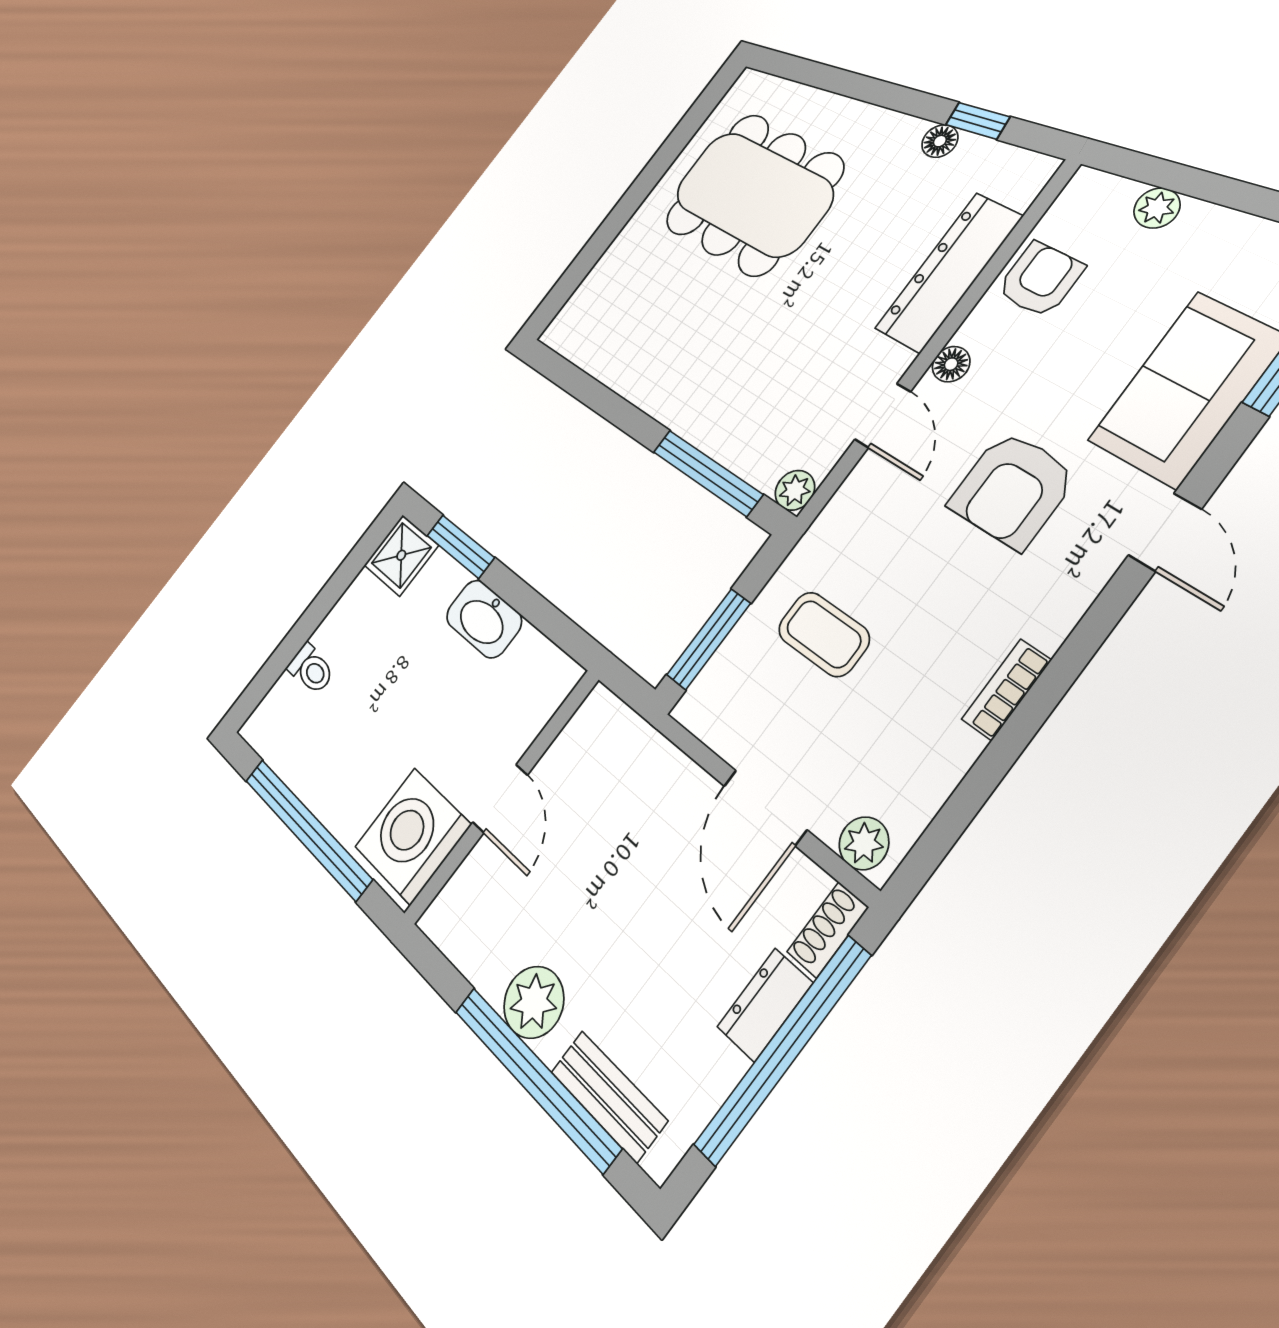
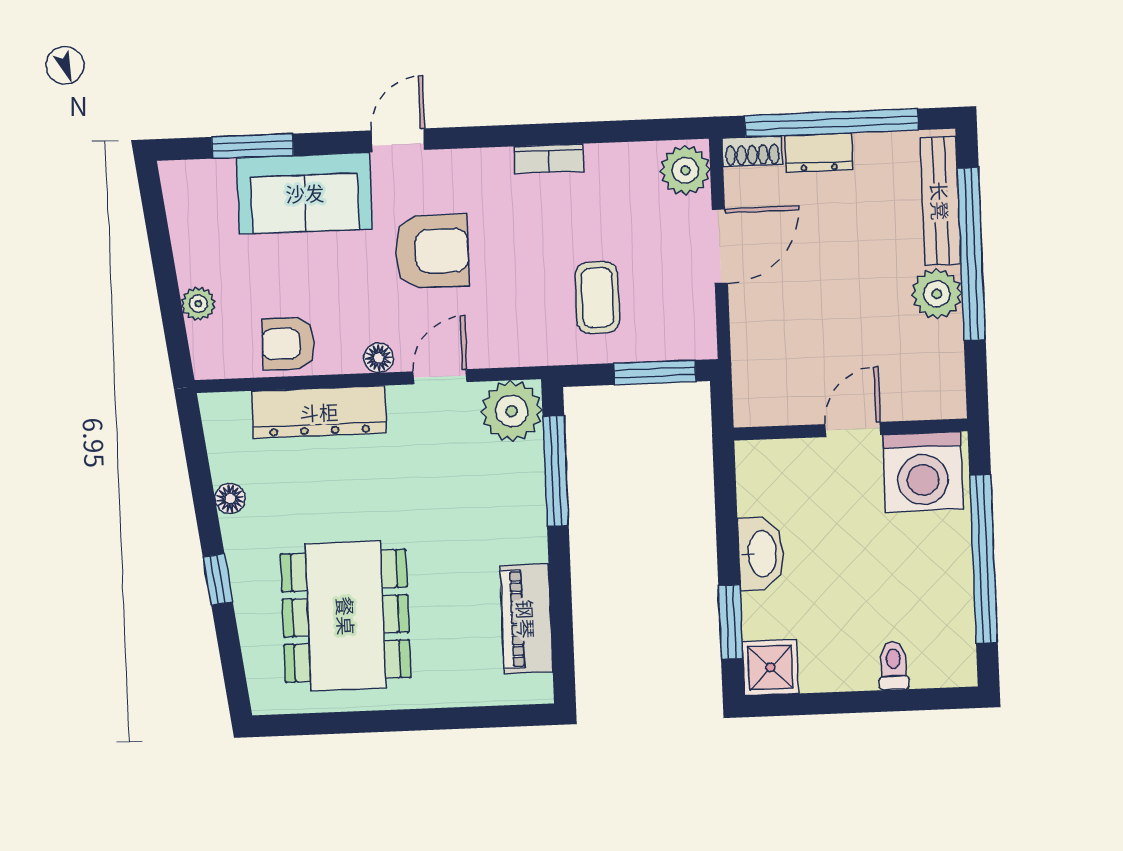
window: (978, 121) -> (218, 579), moved
piano: (616, 359) -> (526, 619), added
plant: (795, 490) -> (512, 411), width x1.87, depth x1.87
plant: (864, 843) -> (685, 170), width x1.38, depth x1.38
bench: (609, 1096) -> (940, 201), width x1.36

